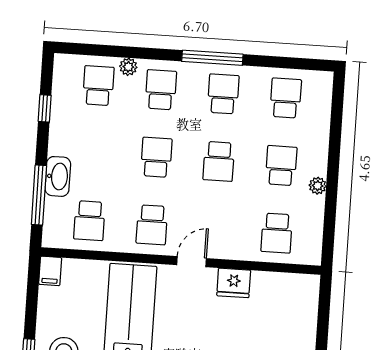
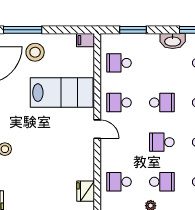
washbasin: (58, 176) -> (173, 41), moved
window: (39, 195) -> (133, 30), width x0.69
fridge: (234, 283) -> (86, 191), moved

